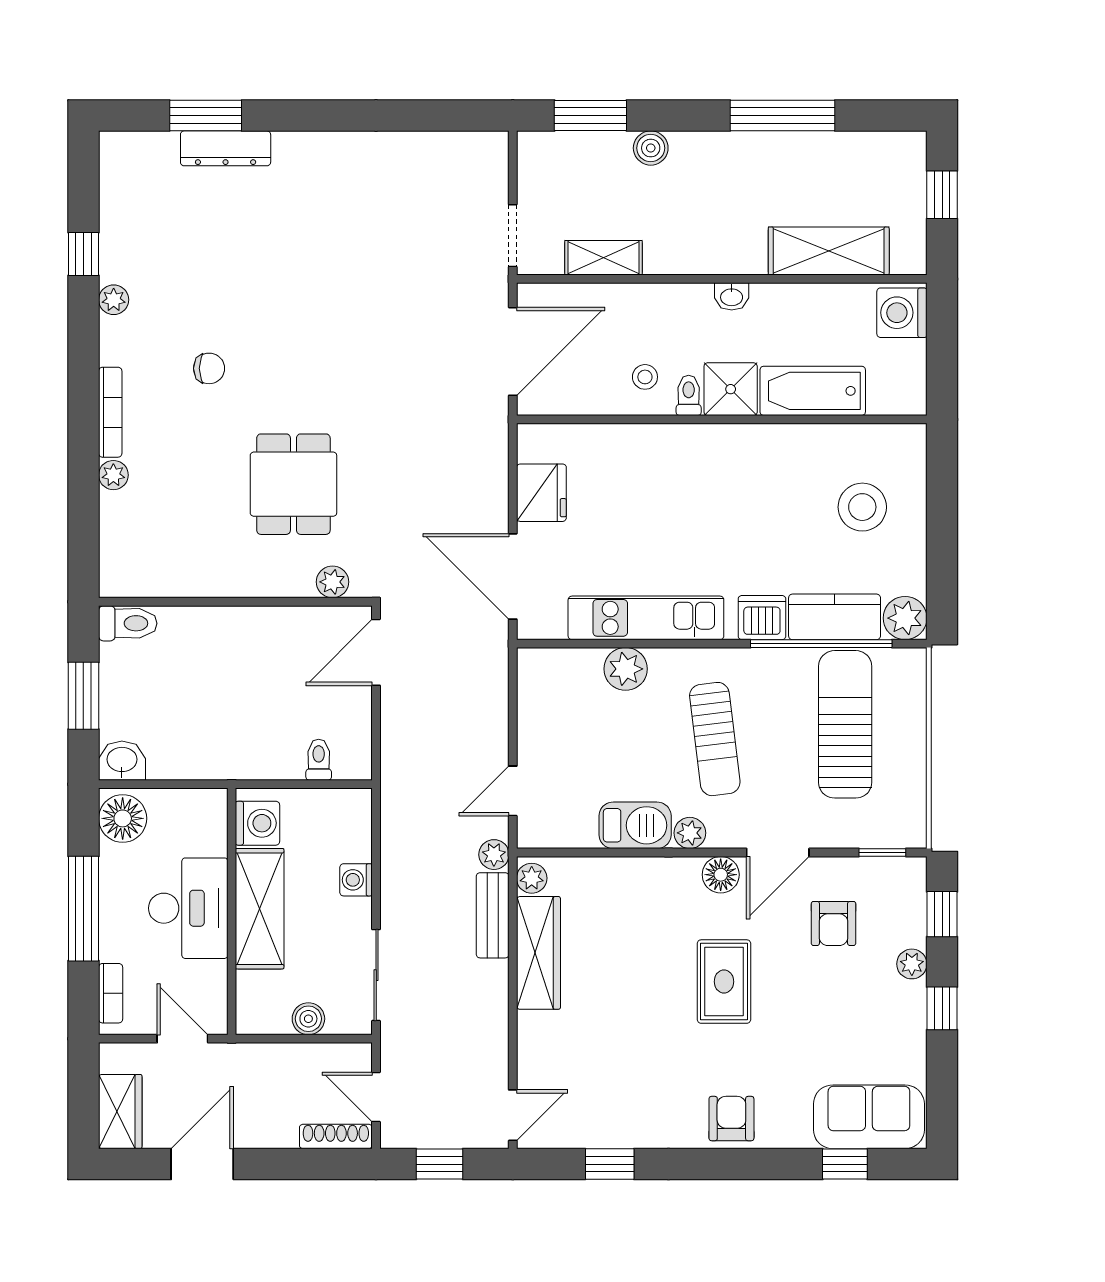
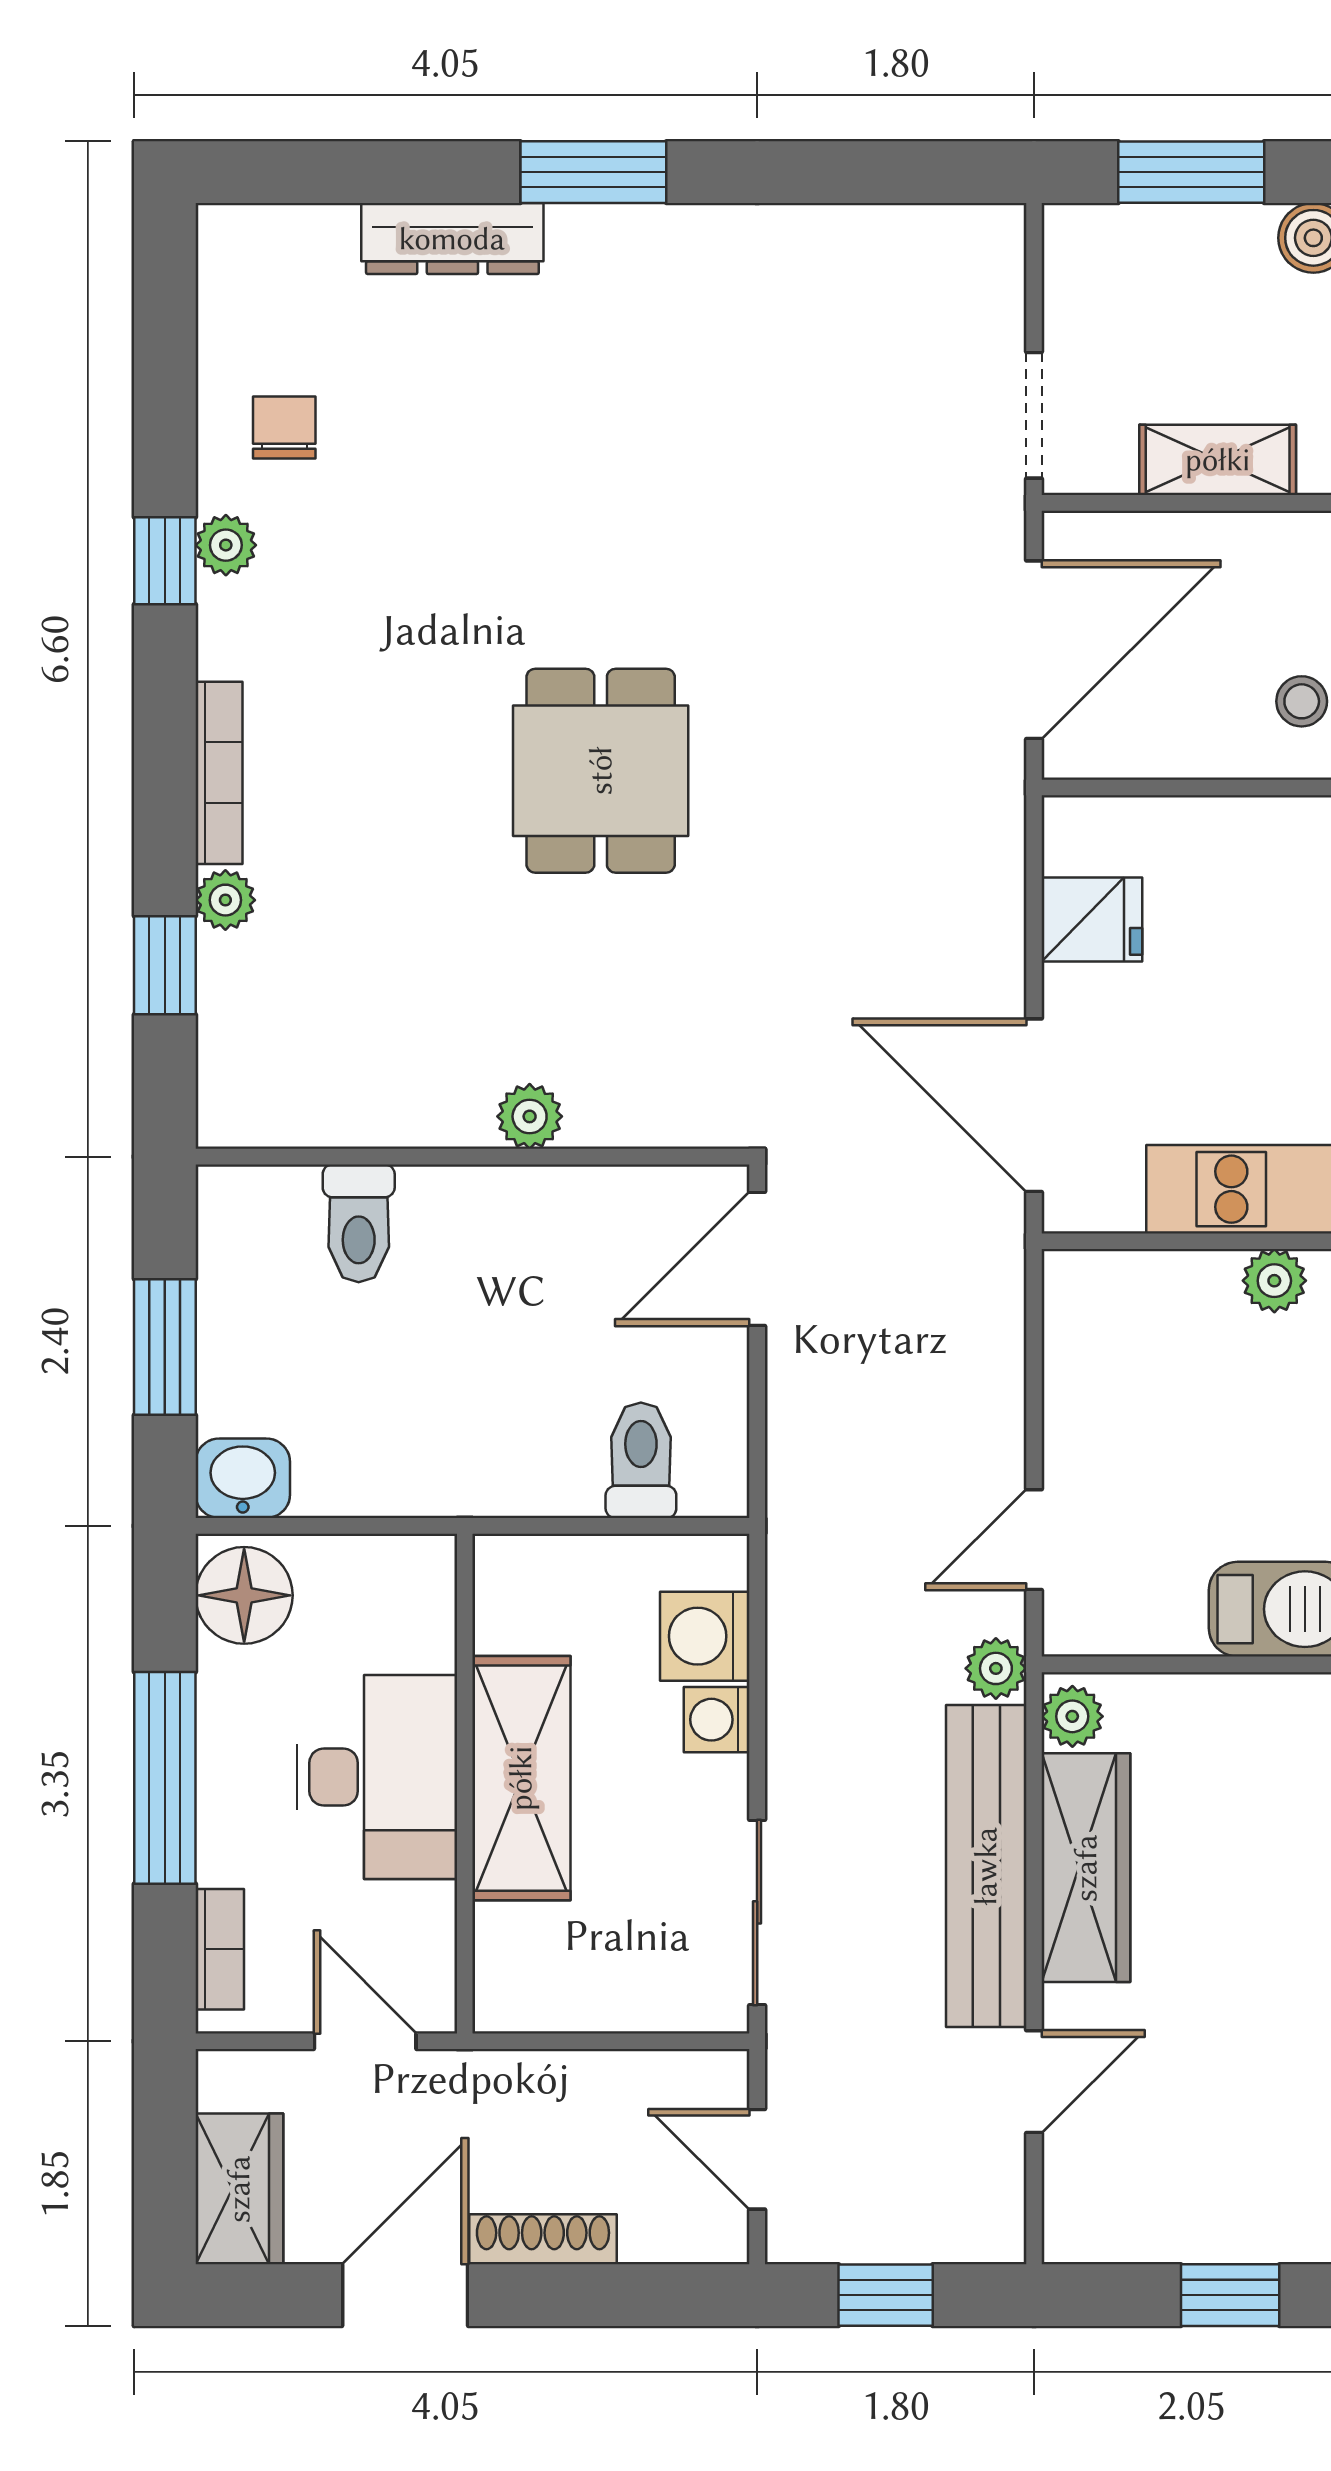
window: (206, 116) -> (593, 172), moved
window: (83, 254) -> (165, 561), moved
chair: (209, 368) -> (284, 428), moved, turned -90
dining table: (293, 484) -> (601, 771), moved
fridge: (541, 493) -> (1092, 920), width x0.72
window: (83, 507) -> (165, 965), added
plant: (332, 582) -> (530, 1116), moved
toilet: (128, 623) -> (359, 1223), moved, turned 90
plant: (626, 669) -> (1274, 1281), width x0.73, depth x0.73
toilet: (319, 760) -> (641, 1460), width x1.37, depth x1.39
washing machine: (257, 823) -> (705, 1636), moved, turned 180
bench: (493, 915) -> (986, 1866), width x1.86, depth x1.21
boiler: (308, 1019) -> (620, 2001), removed
door: (513, 1115) -> (1034, 2082), moved
shoe rack: (336, 1136) -> (543, 2239), moved

